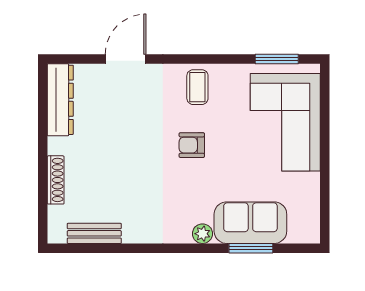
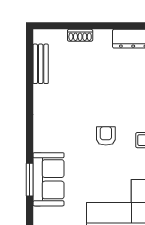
shoe rack: (56, 180) -> (80, 35), width x0.70
plant: (202, 234) -> (40, 144), removed

